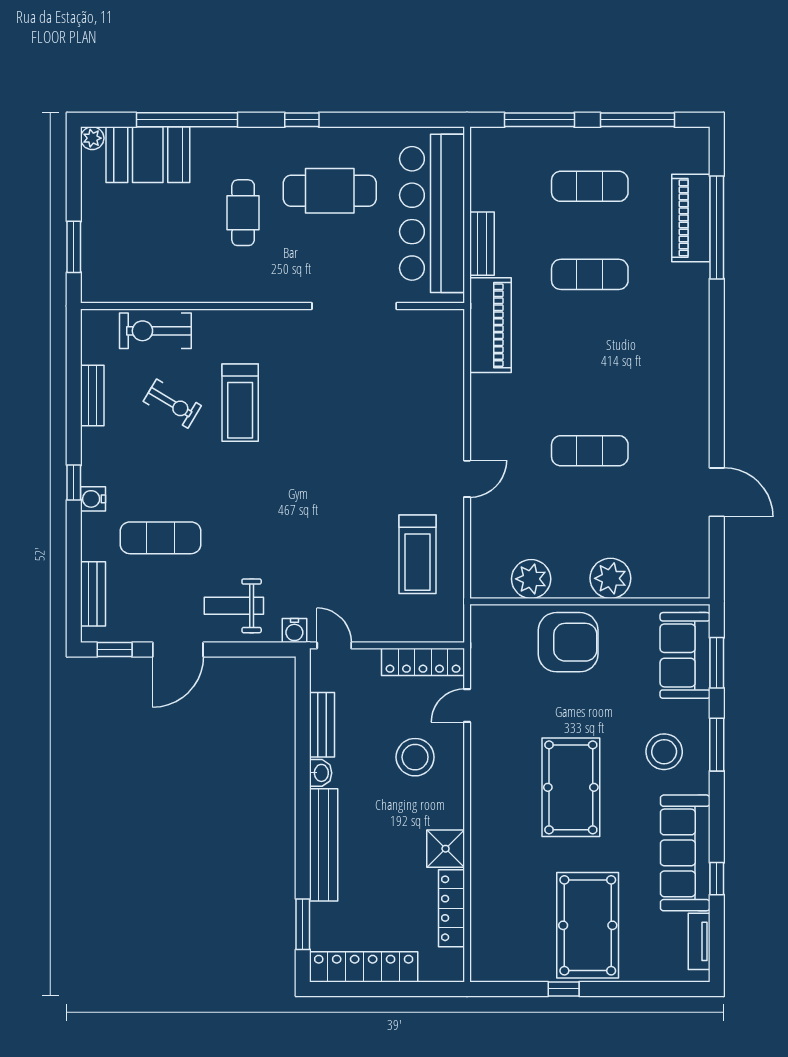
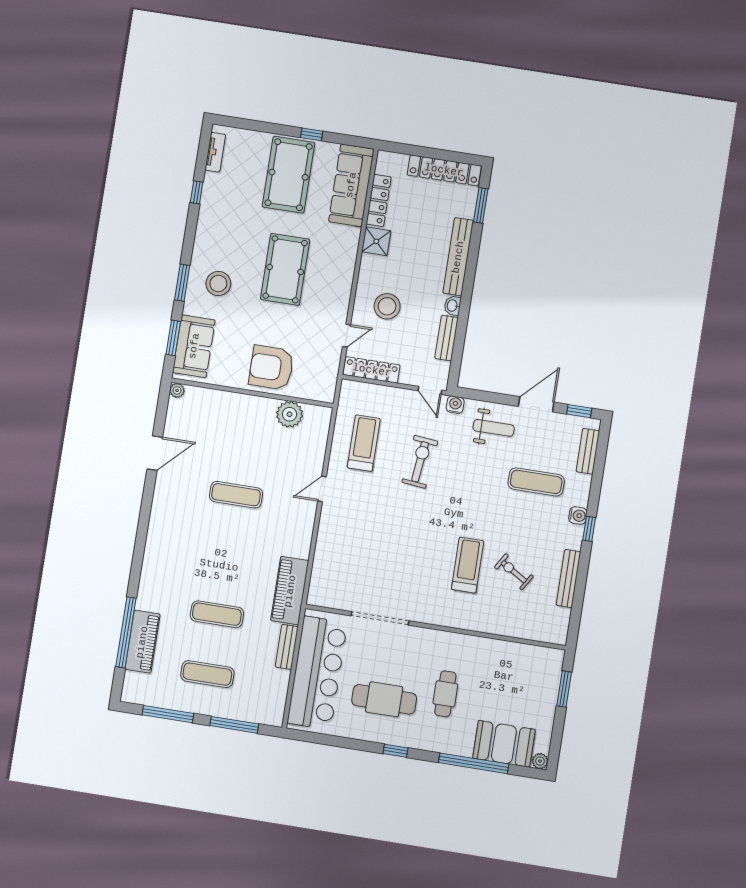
exercise bike: (155, 331) -> (420, 462), moved, turned -84
bench: (92, 395) -> (569, 578), width x1.36
door: (717, 492) -> (155, 453), swing flipped
plant: (610, 578) -> (177, 390), moved, width x0.53, depth x0.53
sofa: (685, 853) -> (351, 185), moved, turned 180

